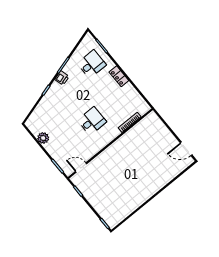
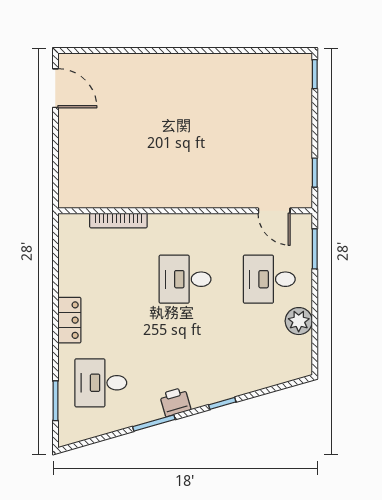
desk: (64, 144) -> (269, 279), added

